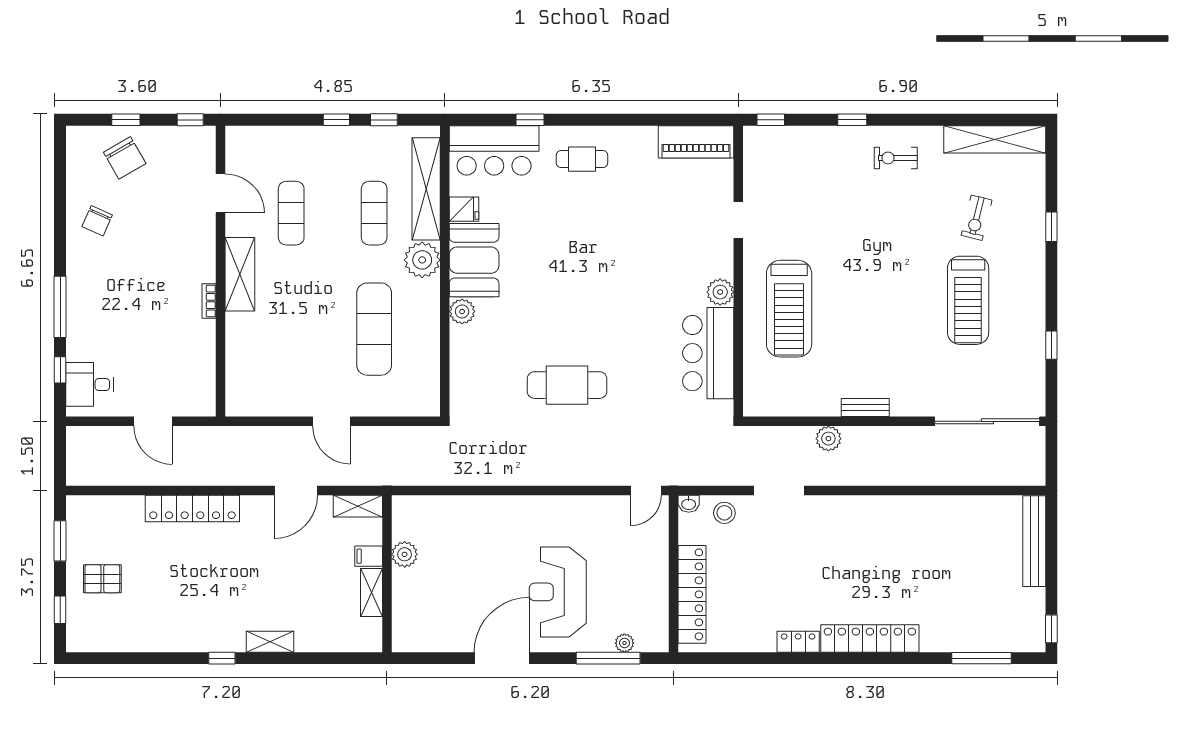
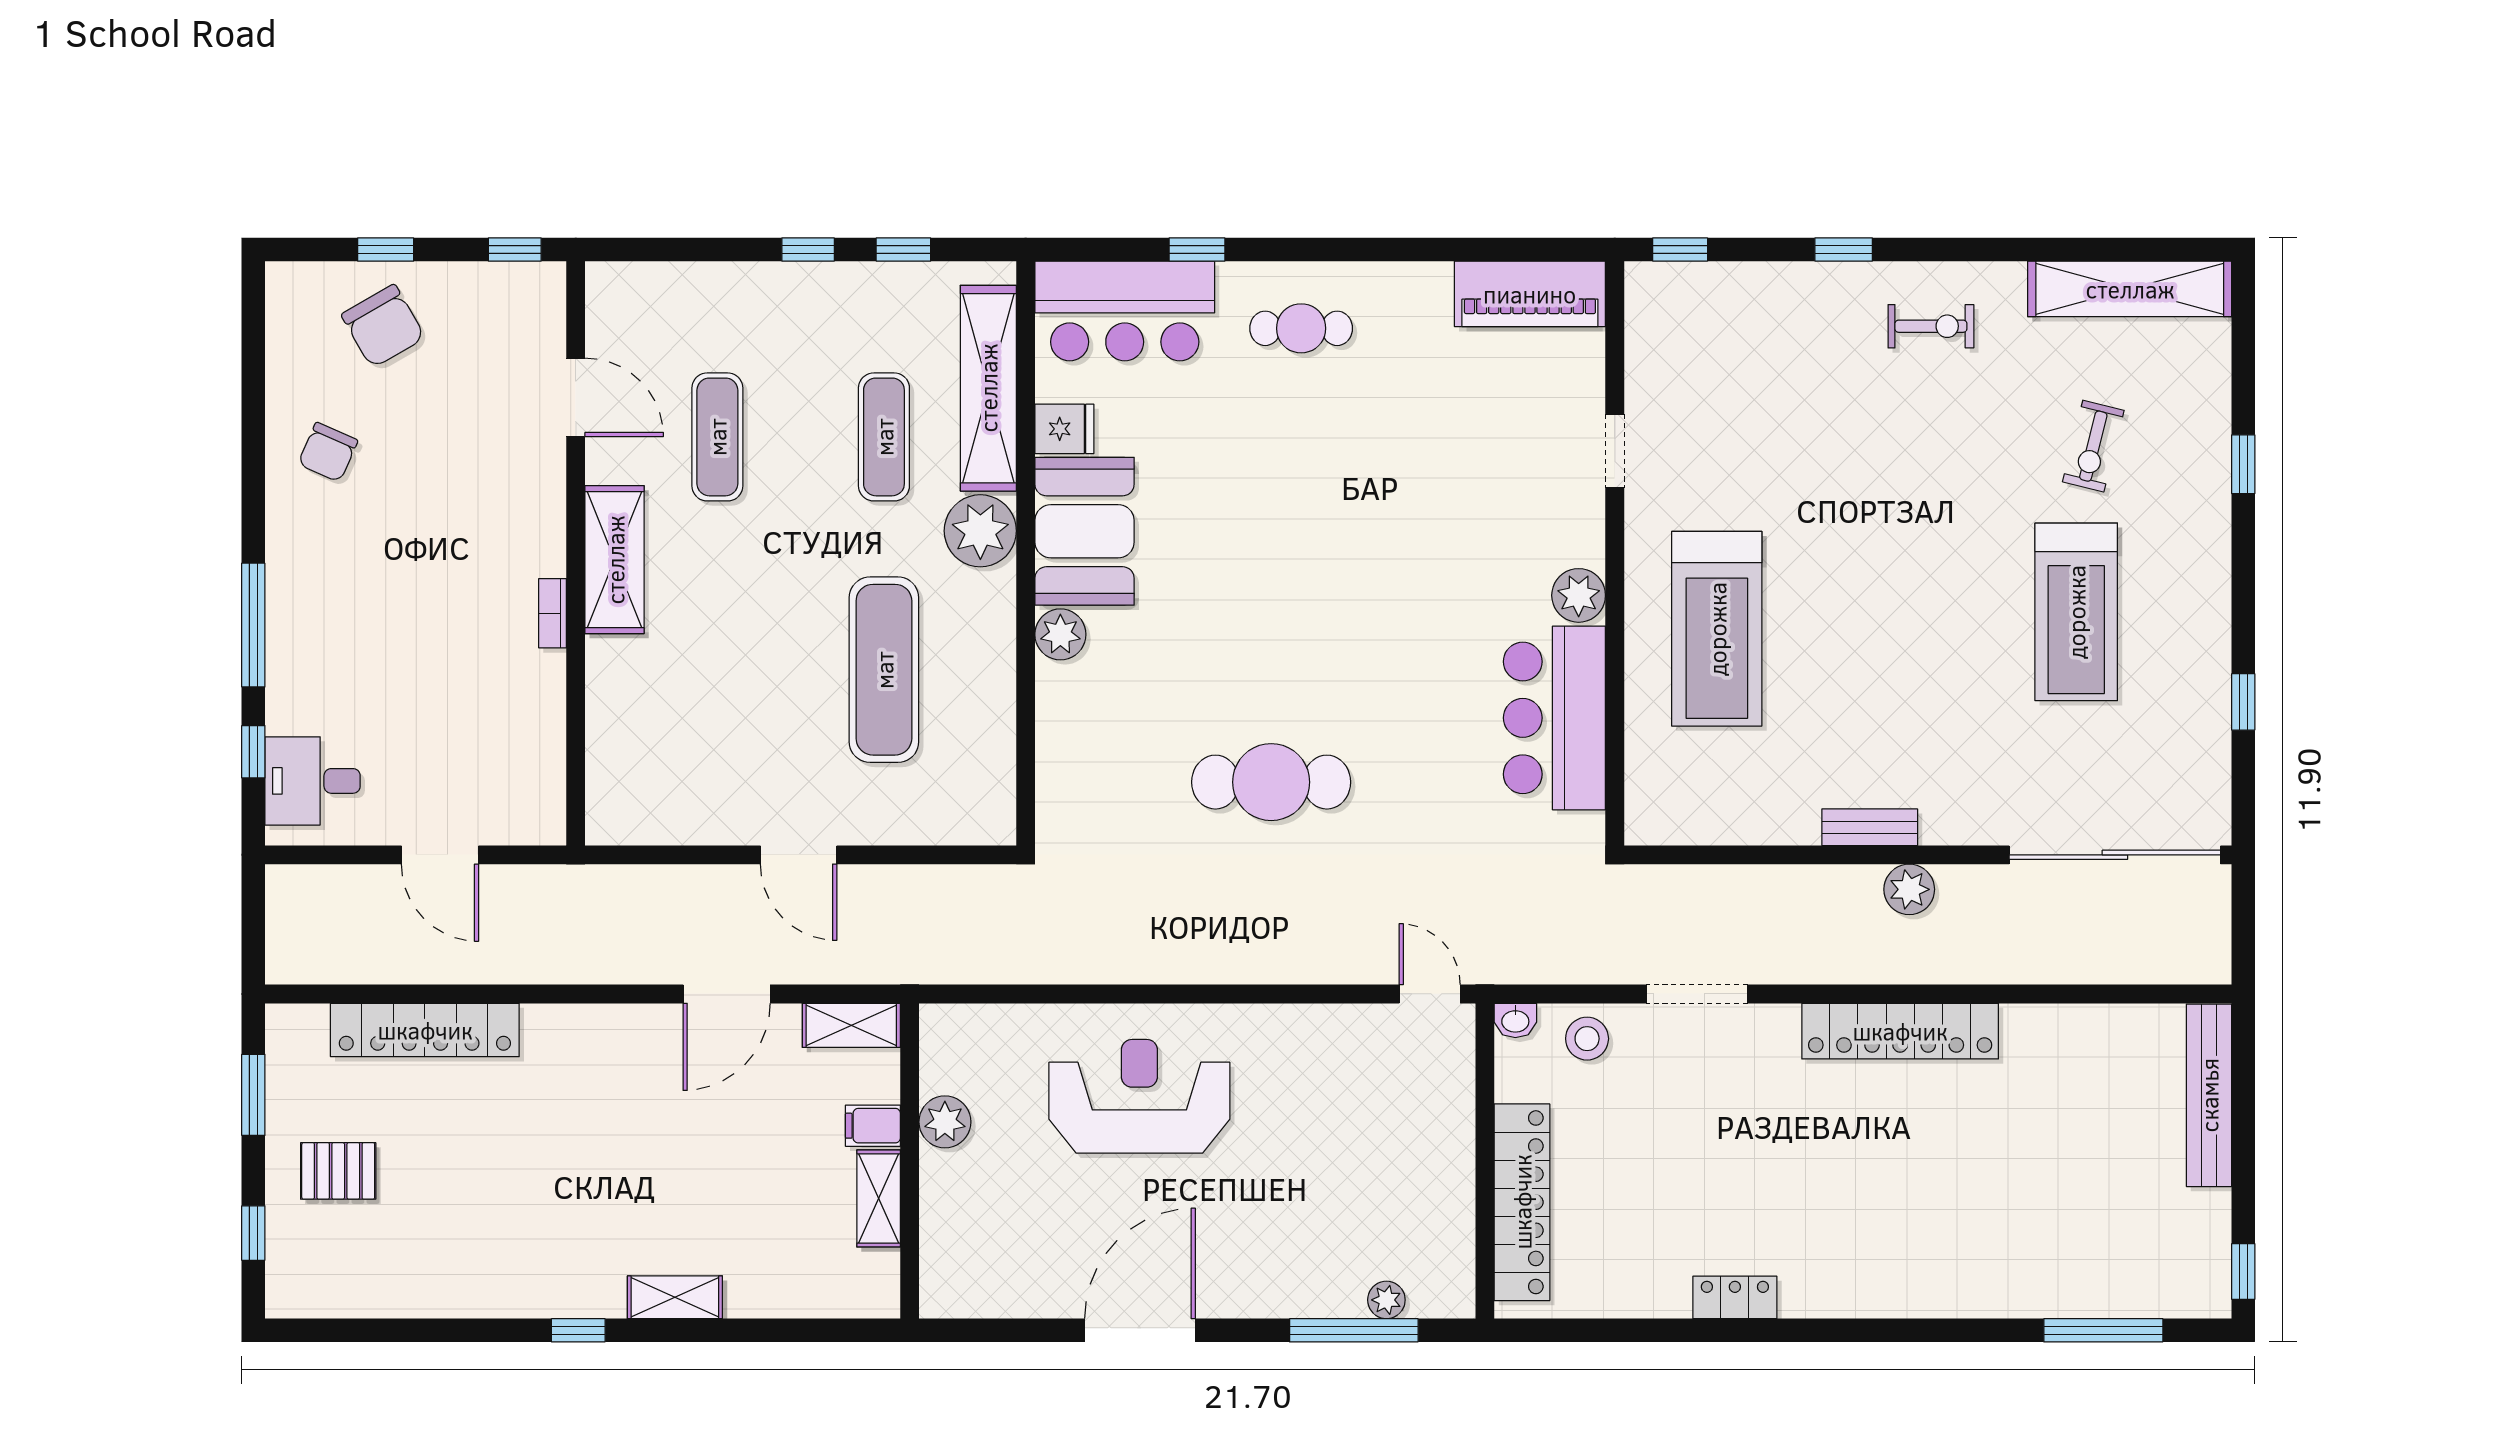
exercise bike: (896, 158) -> (1931, 326), turned 180
plant: (828, 439) -> (1909, 889), moved
door: (646, 491) -> (1430, 994), swing flipped
locker: (192, 509) -> (425, 1030), moved
reception desk: (558, 592) -> (1139, 1096), moved, turned 90
locker: (870, 639) -> (1900, 1031), moved, turned 180

